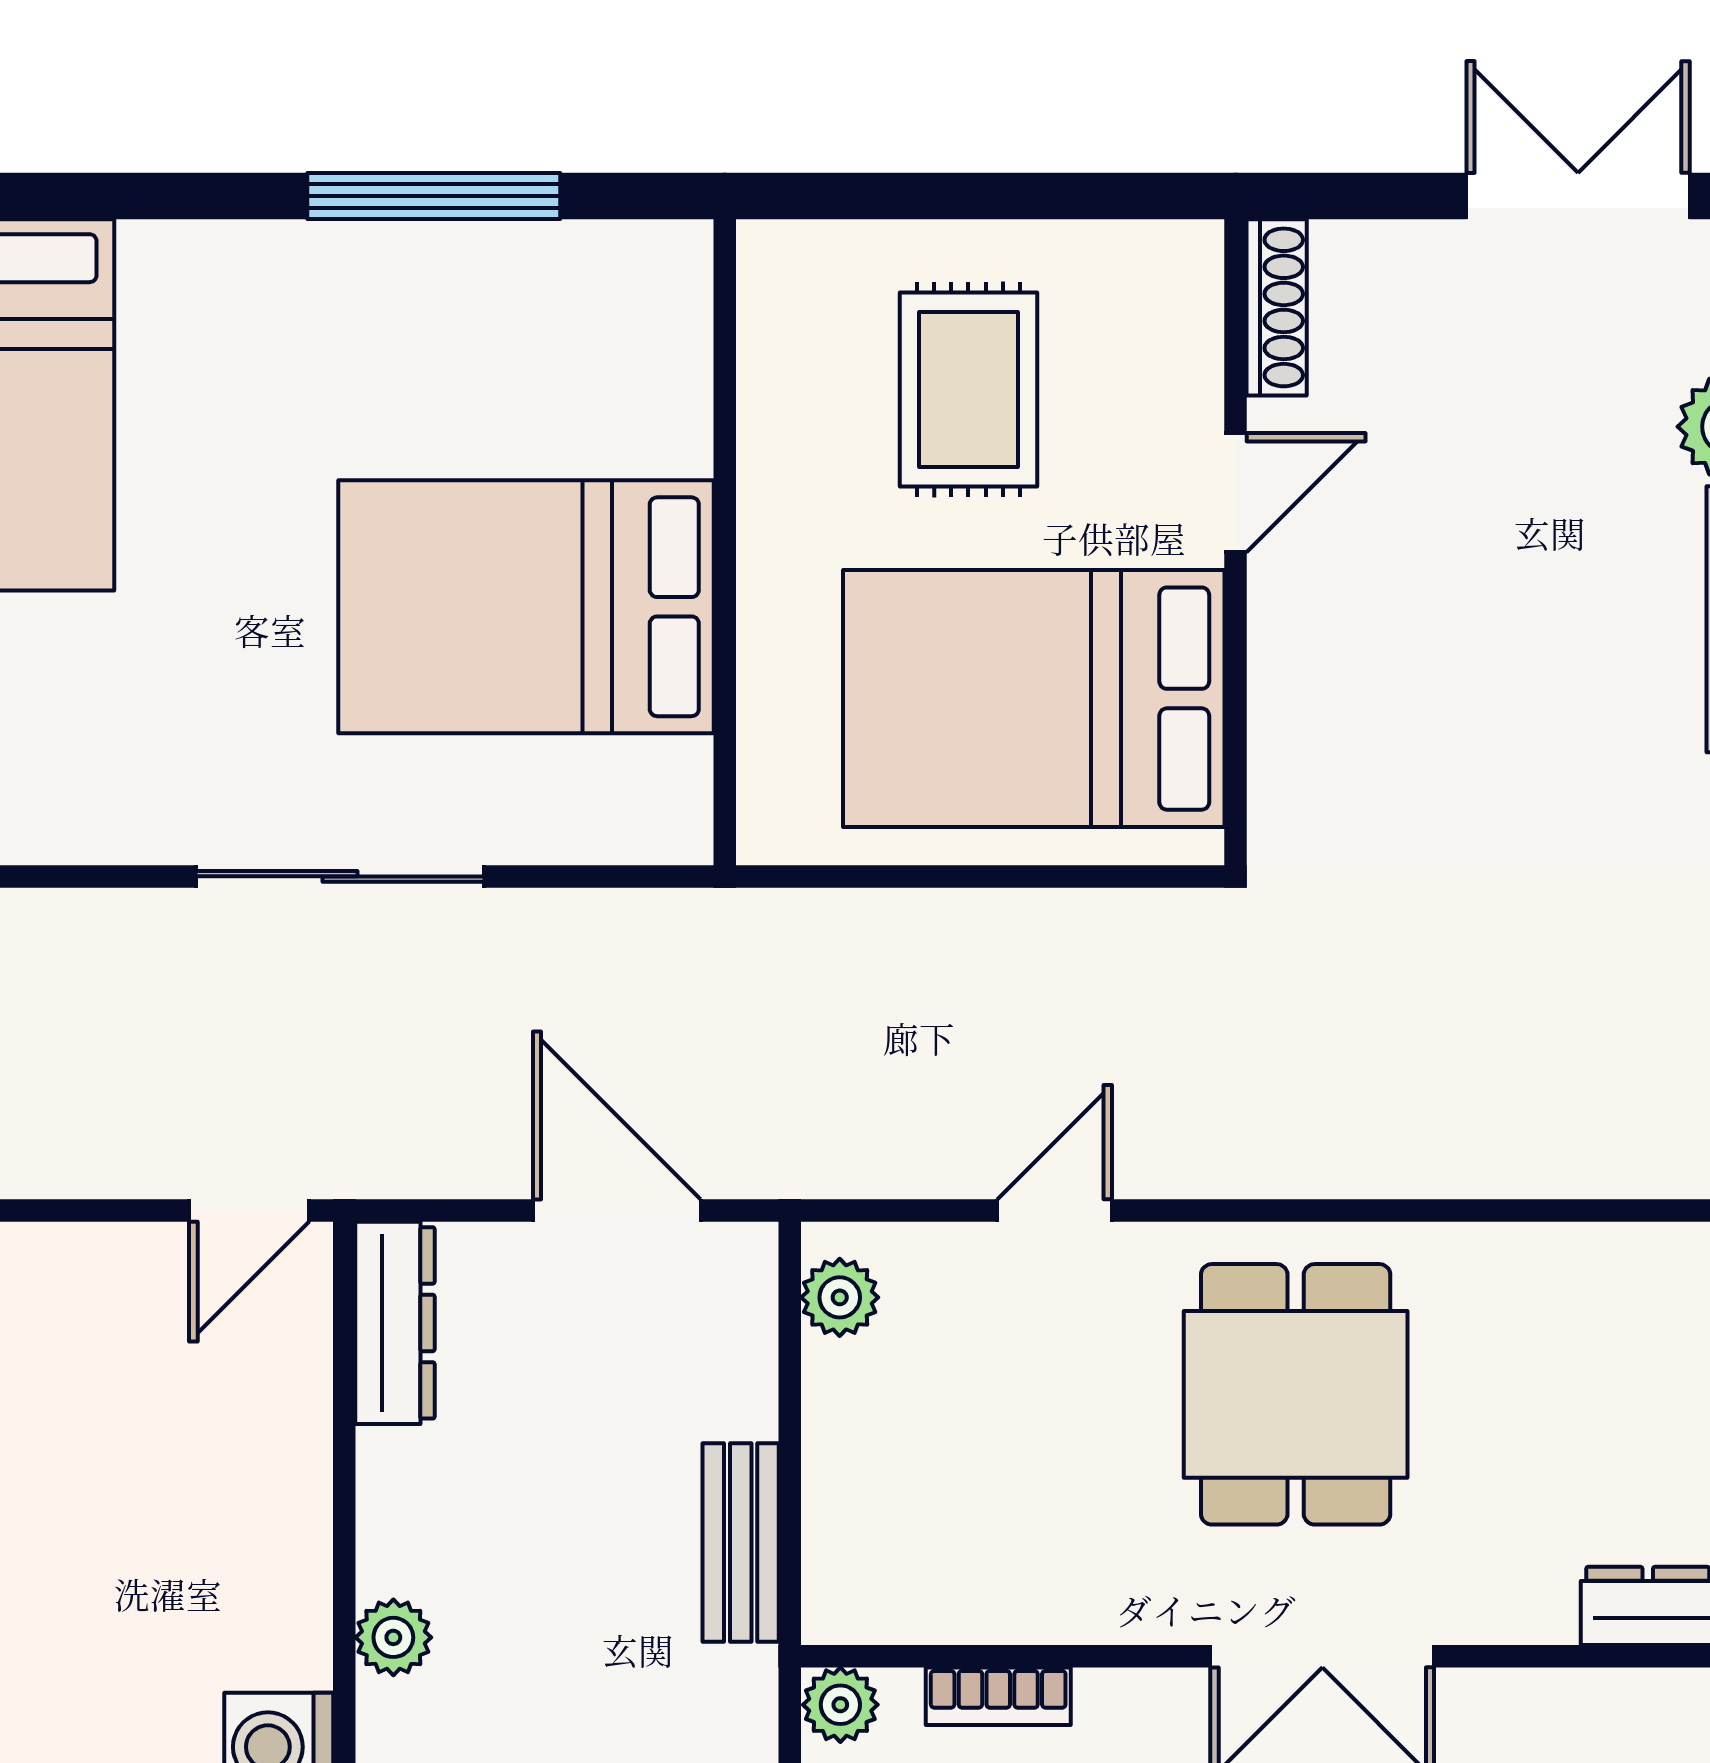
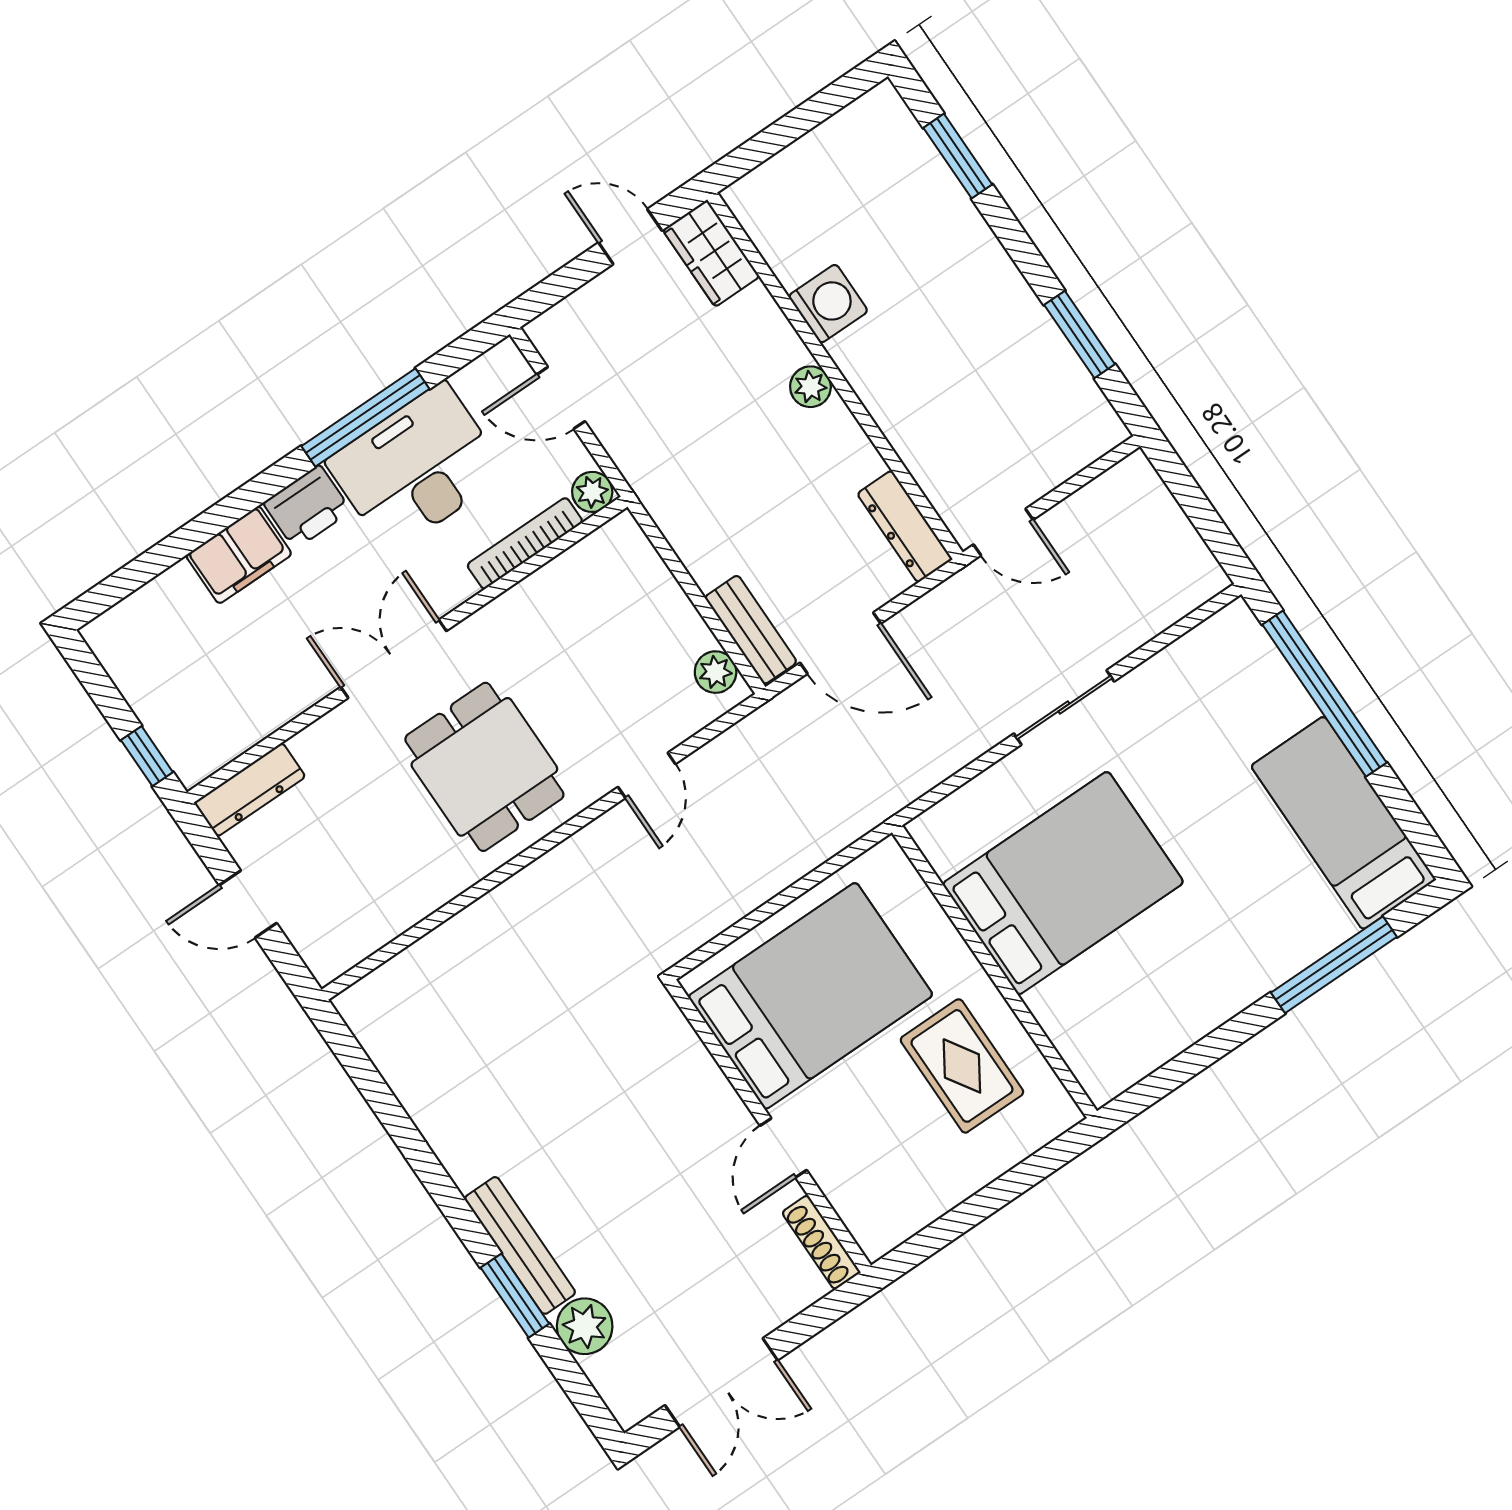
window: (434, 196) -> (1334, 965), moved
rug: (968, 390) -> (962, 1066), moved
sliding door: (340, 876) -> (1064, 708), width x0.73
door: (249, 1211) -> (1003, 532), swing flipped
bench: (741, 1543) -> (751, 630), moved
bookcase: (998, 1696) -> (525, 543), width x1.56

